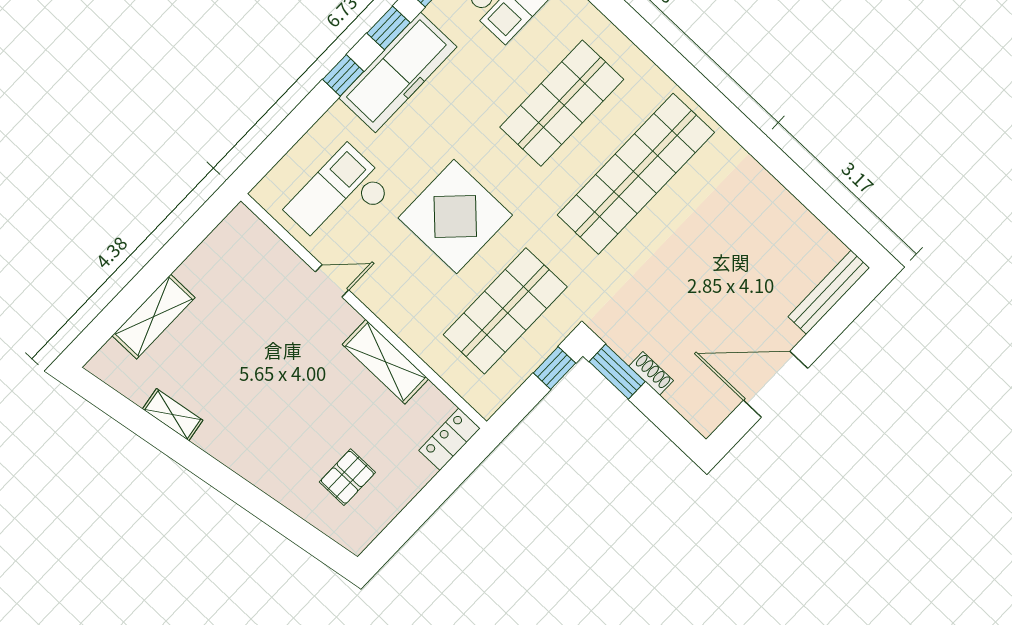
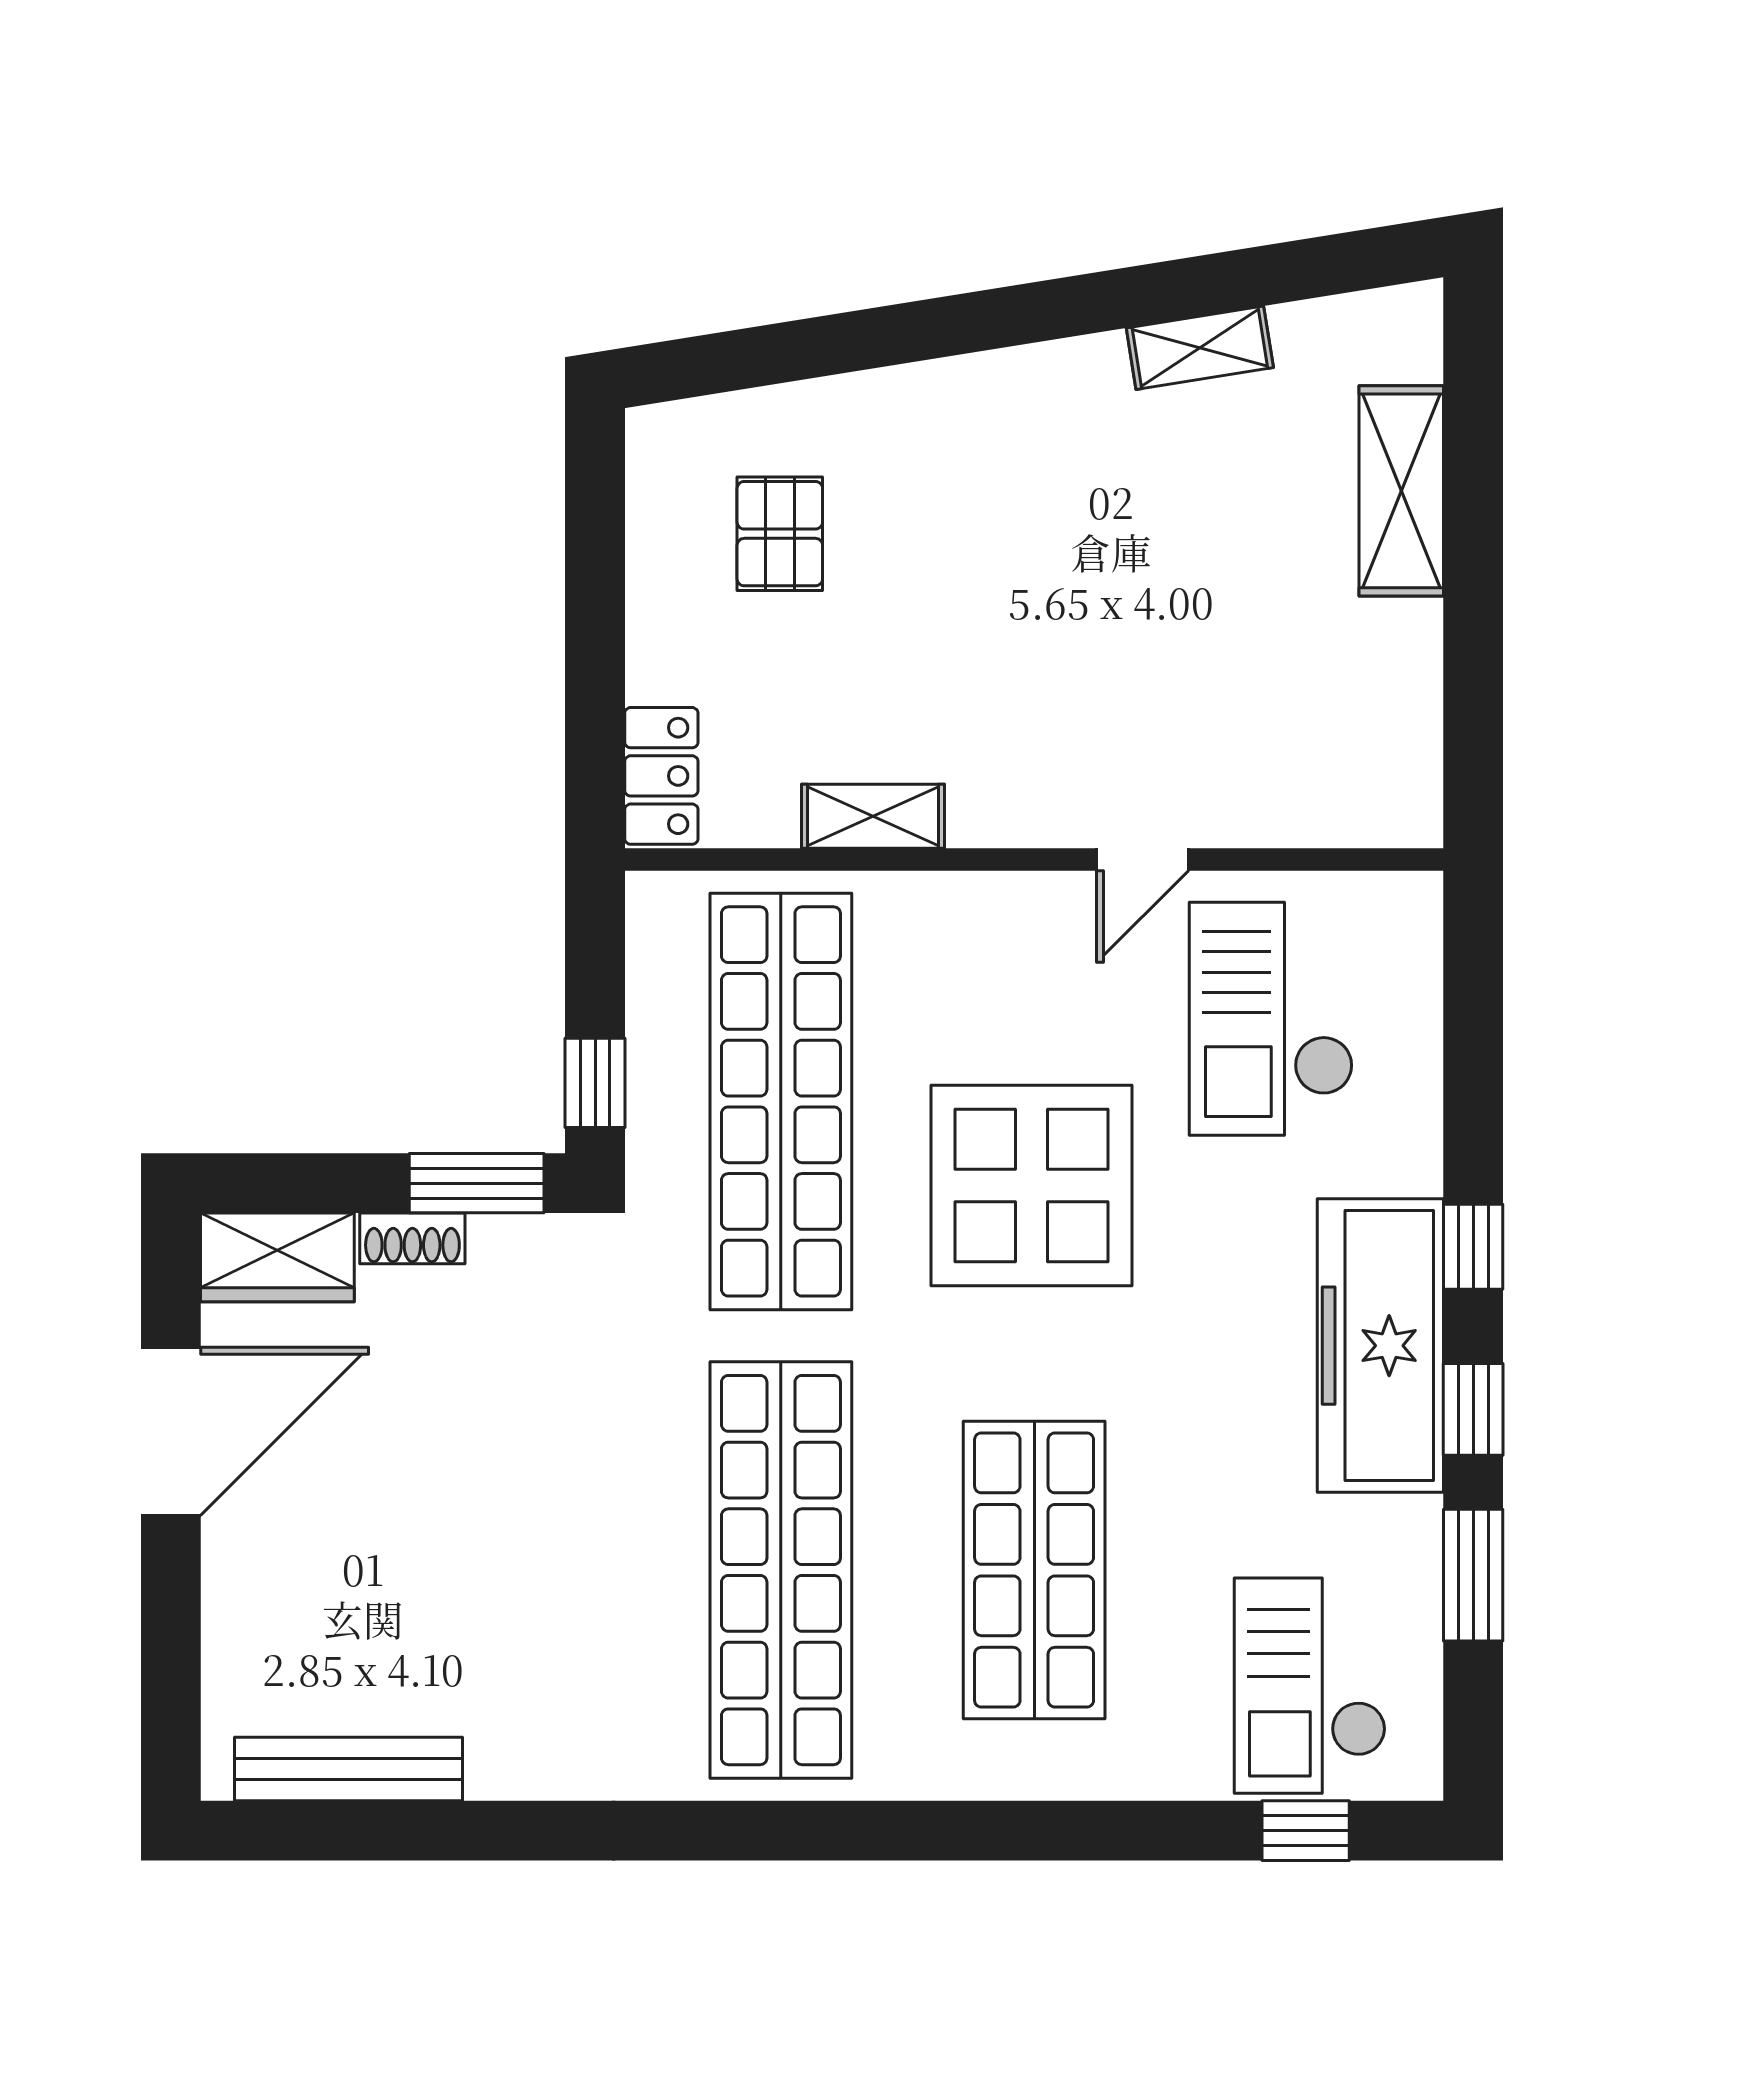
checkout: (339, 198) -> (1271, 1019), turned 180
bench: (829, 292) -> (349, 1769), moved, turned 90
shop shelf: (505, 311) -> (781, 1101), width x1.40
shelving: (385, 362) -> (873, 816), width x0.67, depth x0.75
wardrobe: (696, 405) -> (277, 1257), added

